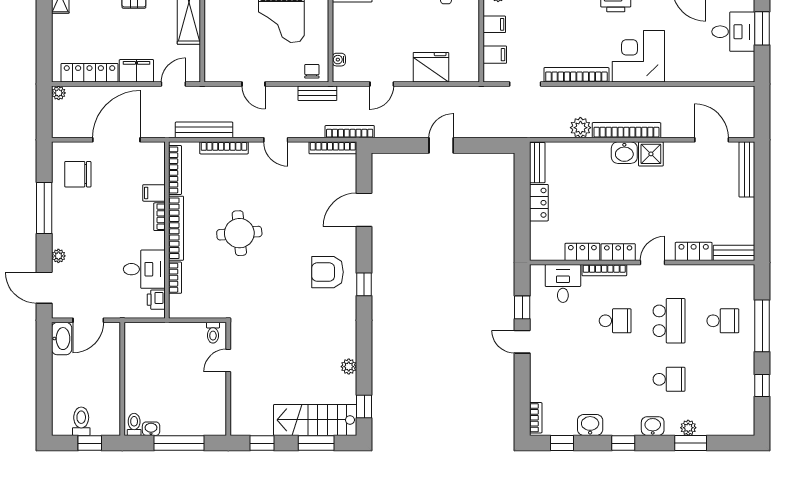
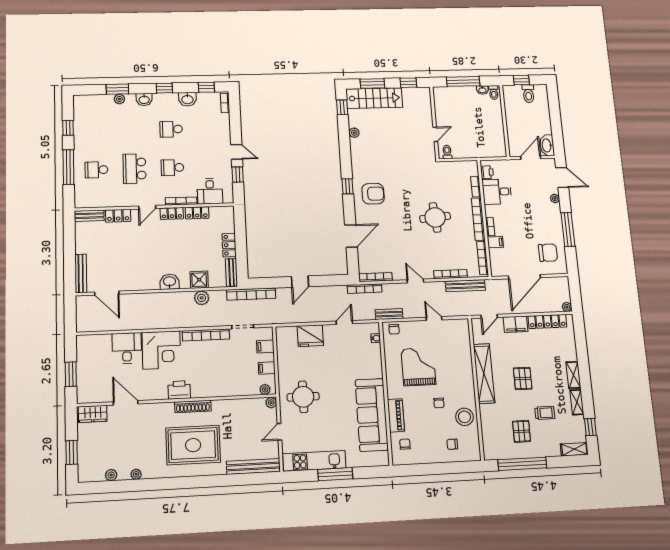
desk: (733, 32) -> (127, 348), moved, turned 90
bookcase: (626, 130) -> (251, 294), moved
shower: (651, 154) -> (199, 280), moved
school desk: (669, 379) -> (171, 129), moved

